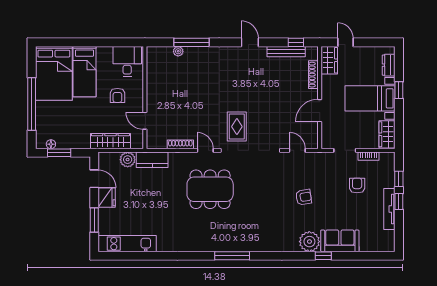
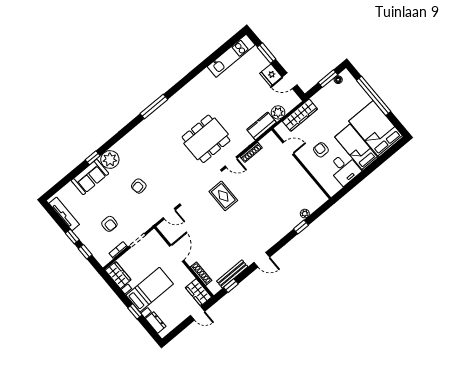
window: (192, 42) -> (301, 227), width x0.46
desk: (127, 61) -> (344, 169), moved
tv unit: (389, 209) -> (64, 214), moved

